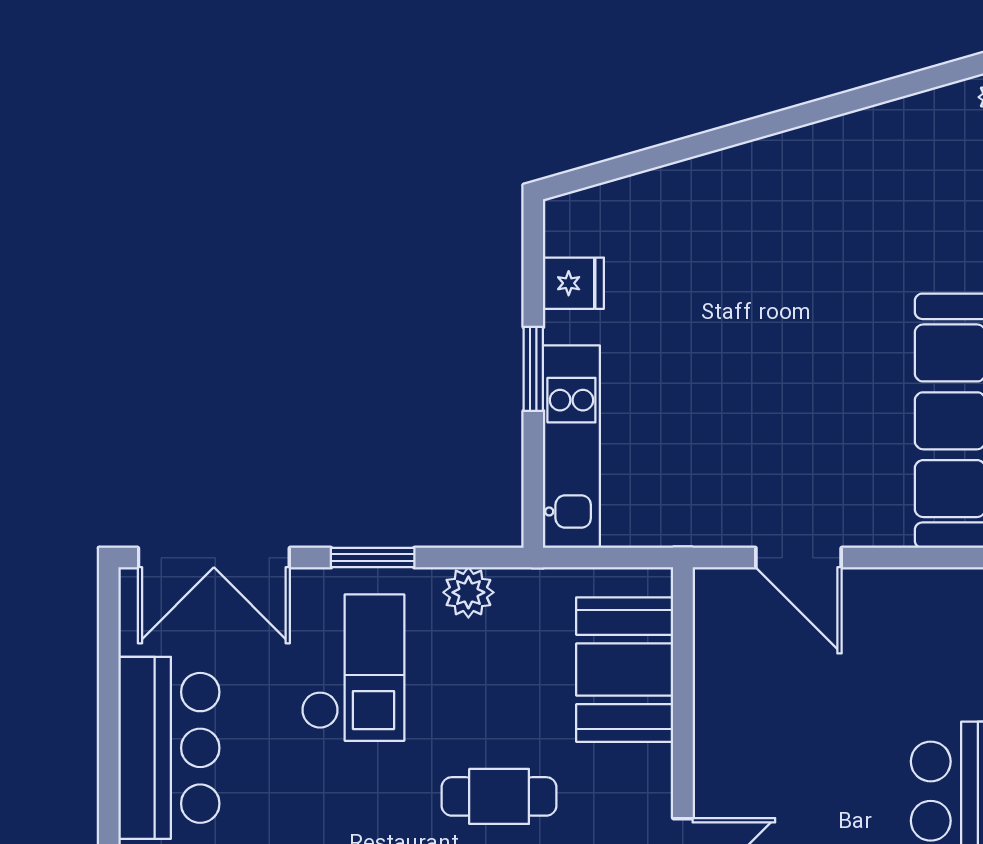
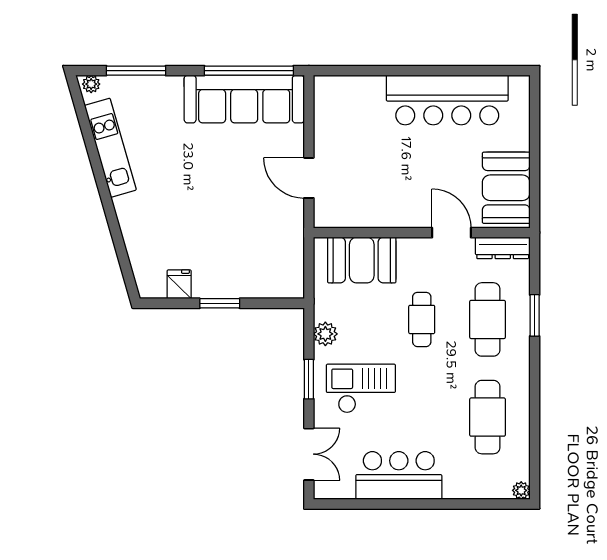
kitchen unit: (571, 447) -> (110, 148), moved, turned 74
double door: (214, 558) -> (309, 454), width x0.73
door: (799, 558) -> (309, 178), swing flipped

